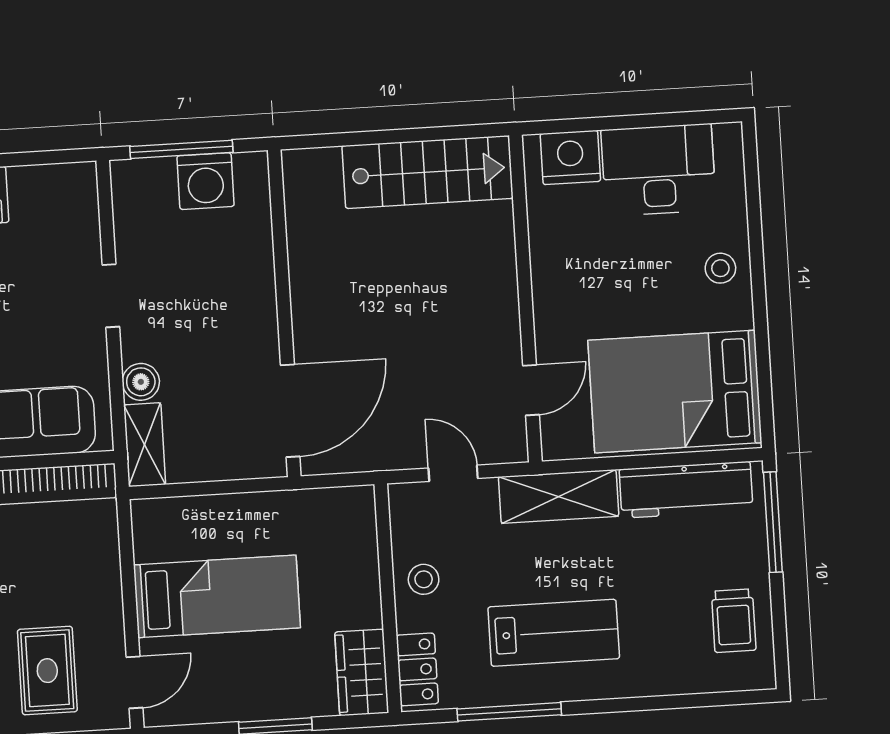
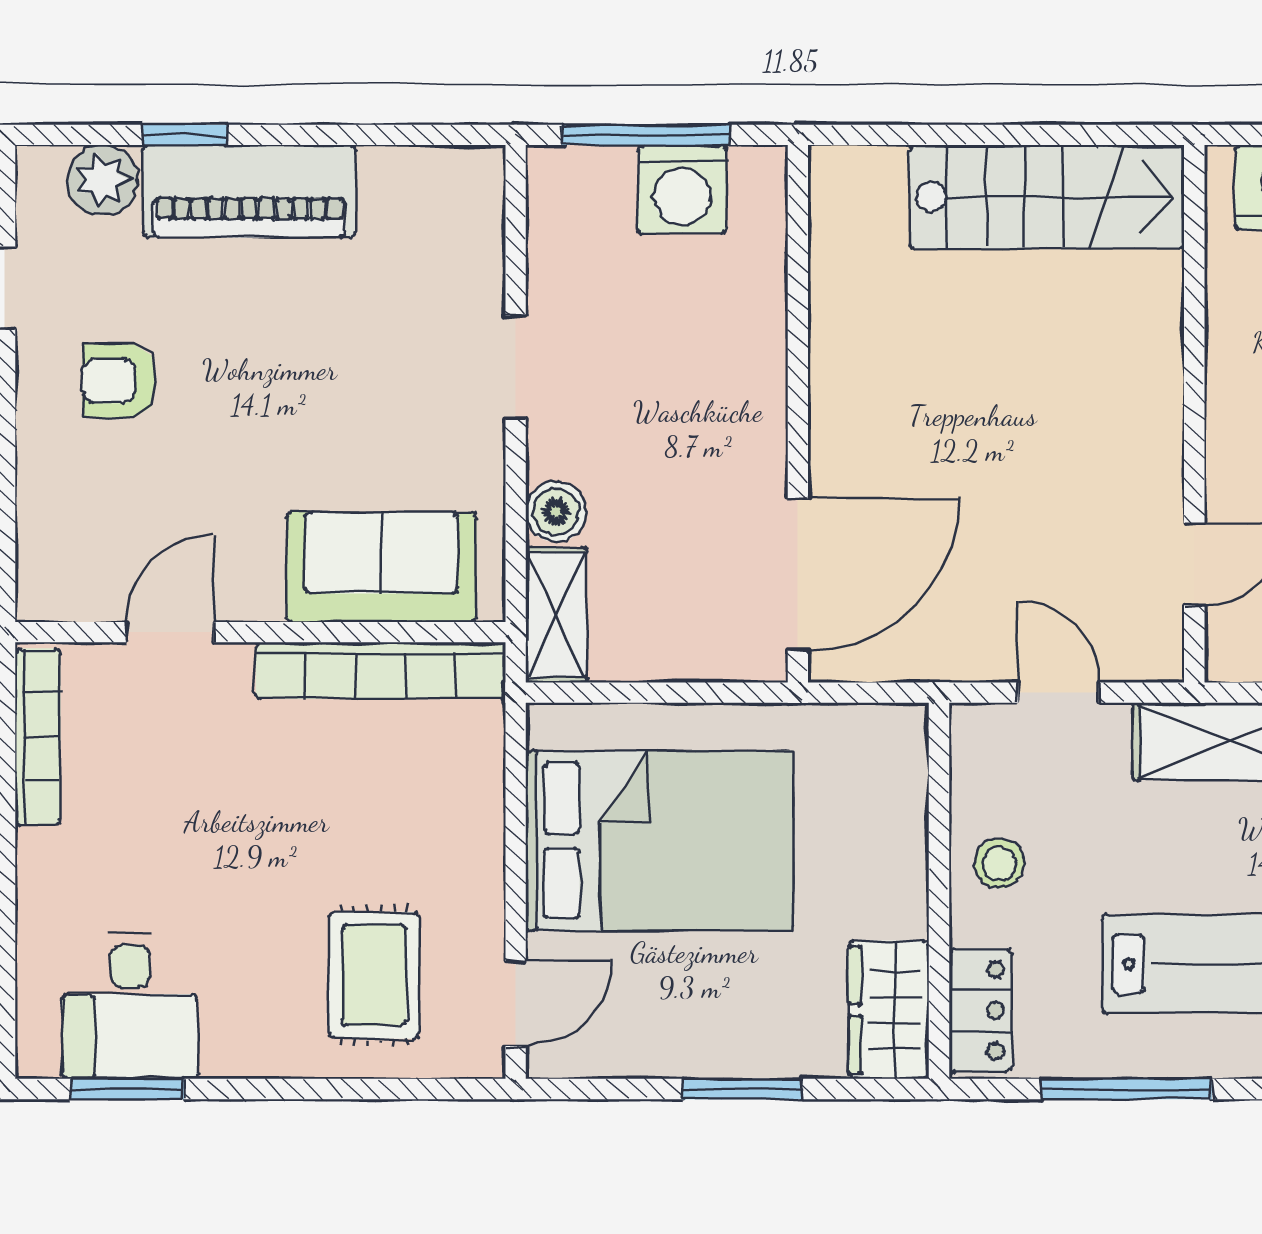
bed: (217, 596) -> (659, 841), width x1.50

